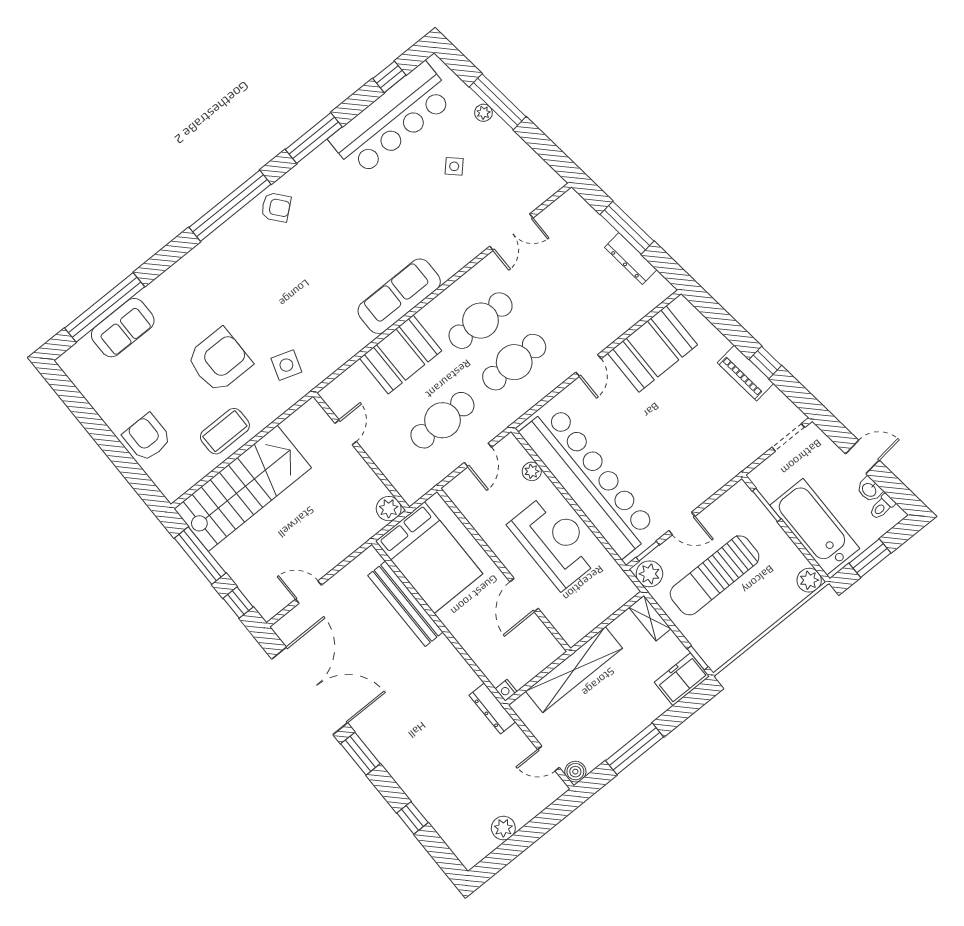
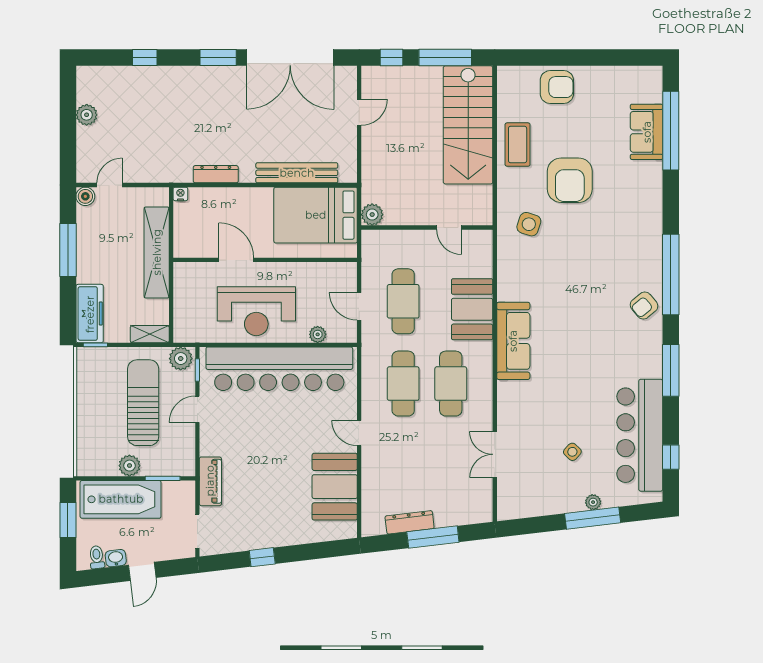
piano: (745, 373) -> (210, 481), moved, turned 97
plant: (809, 580) -> (129, 466), moved
freezer: (682, 679) -> (90, 314), width x1.40
dresser: (492, 709) -> (216, 174), moved

